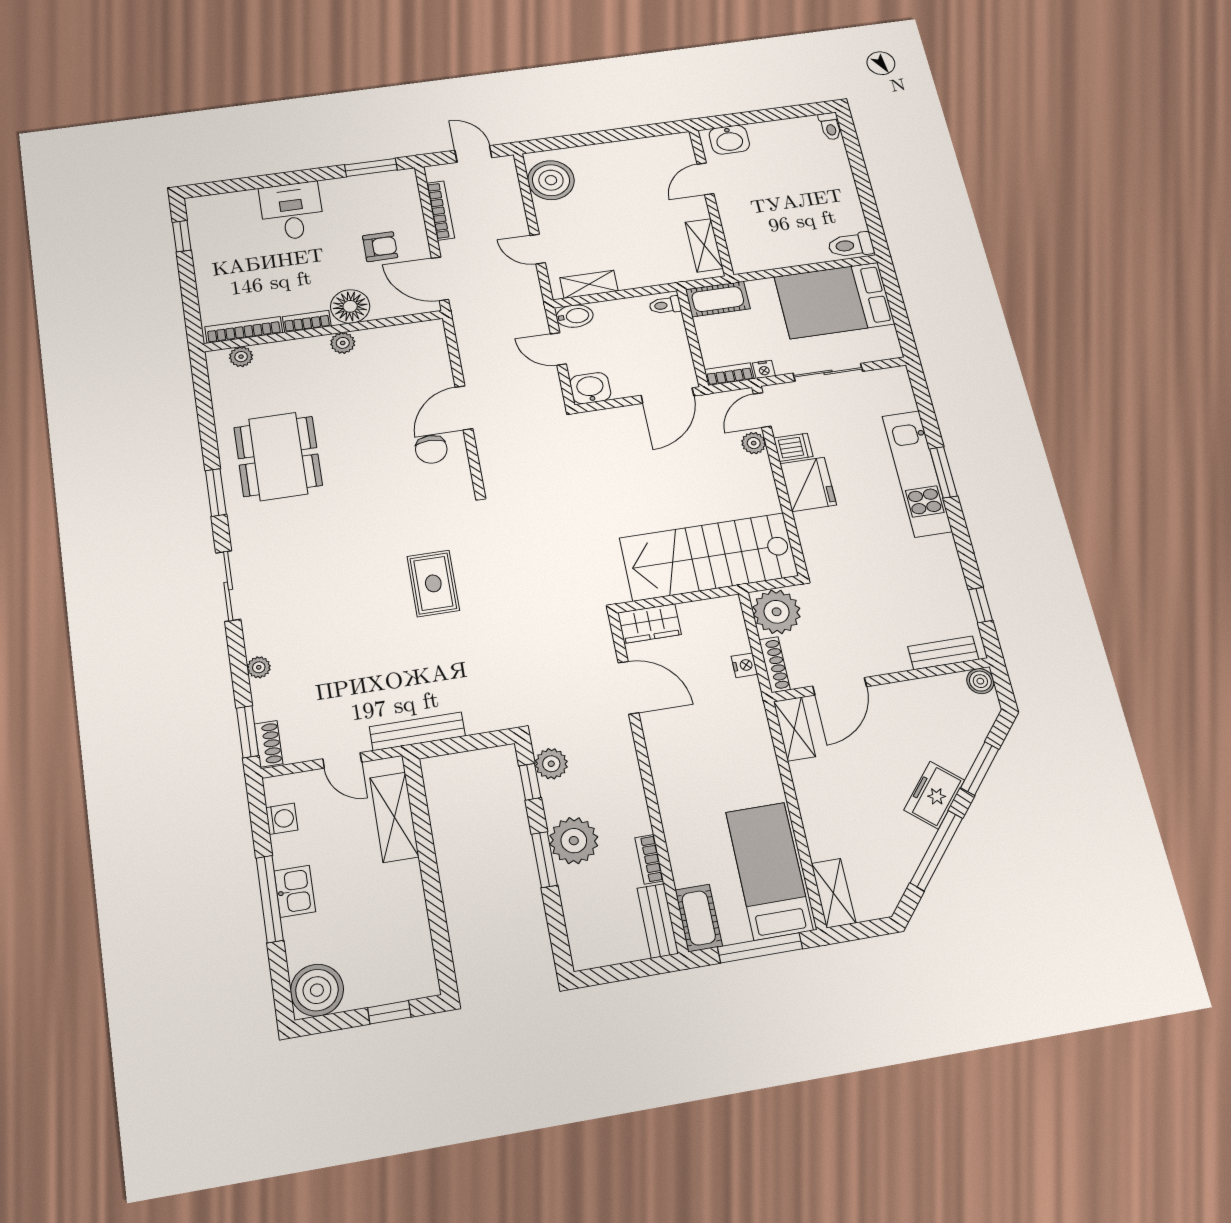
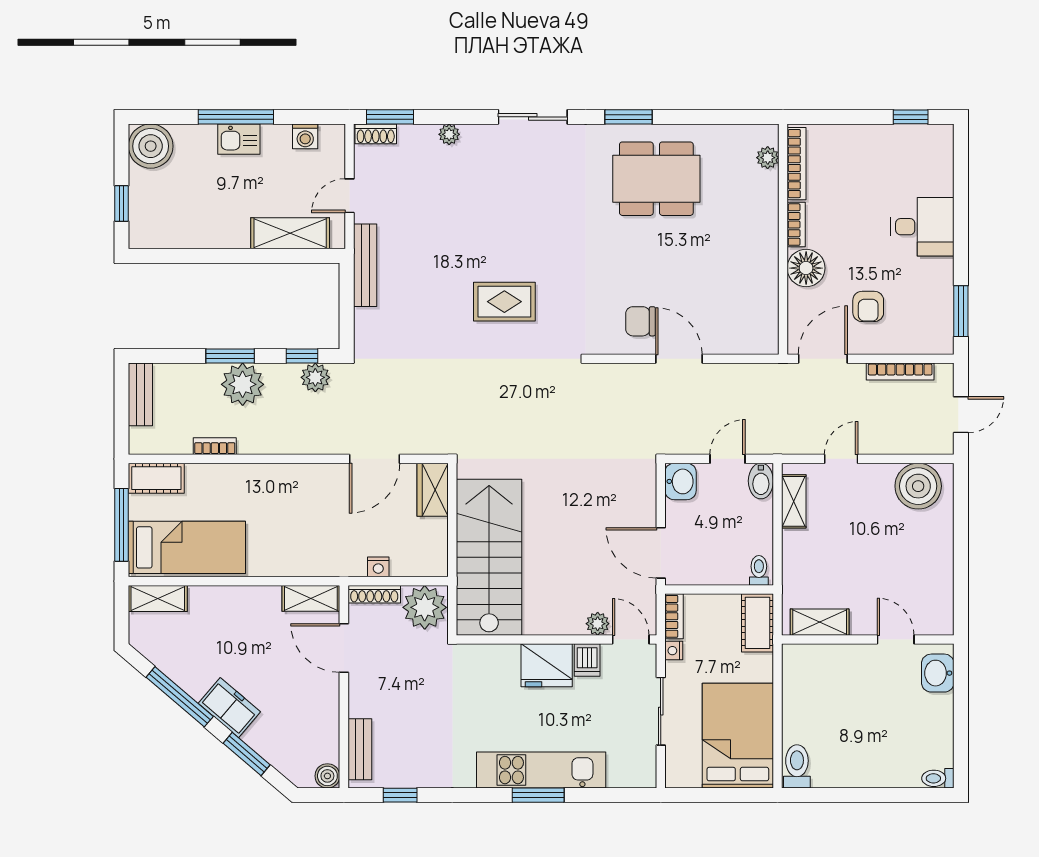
plant: (343, 343) -> (767, 255), removed
bench: (658, 921) -> (140, 394), moved, turned 90

